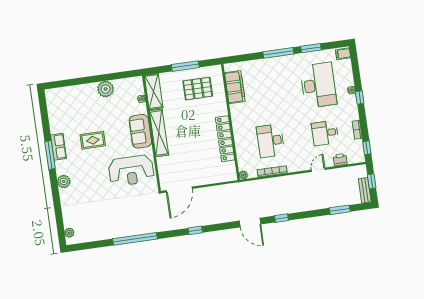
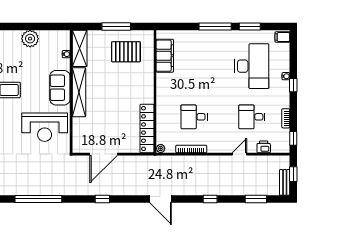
locker: (225, 139) -> (147, 129), moved
desk: (271, 141) -> (194, 117), width x0.73
door: (179, 190) -> (104, 154), moved
window: (282, 218) -> (210, 199), moved

